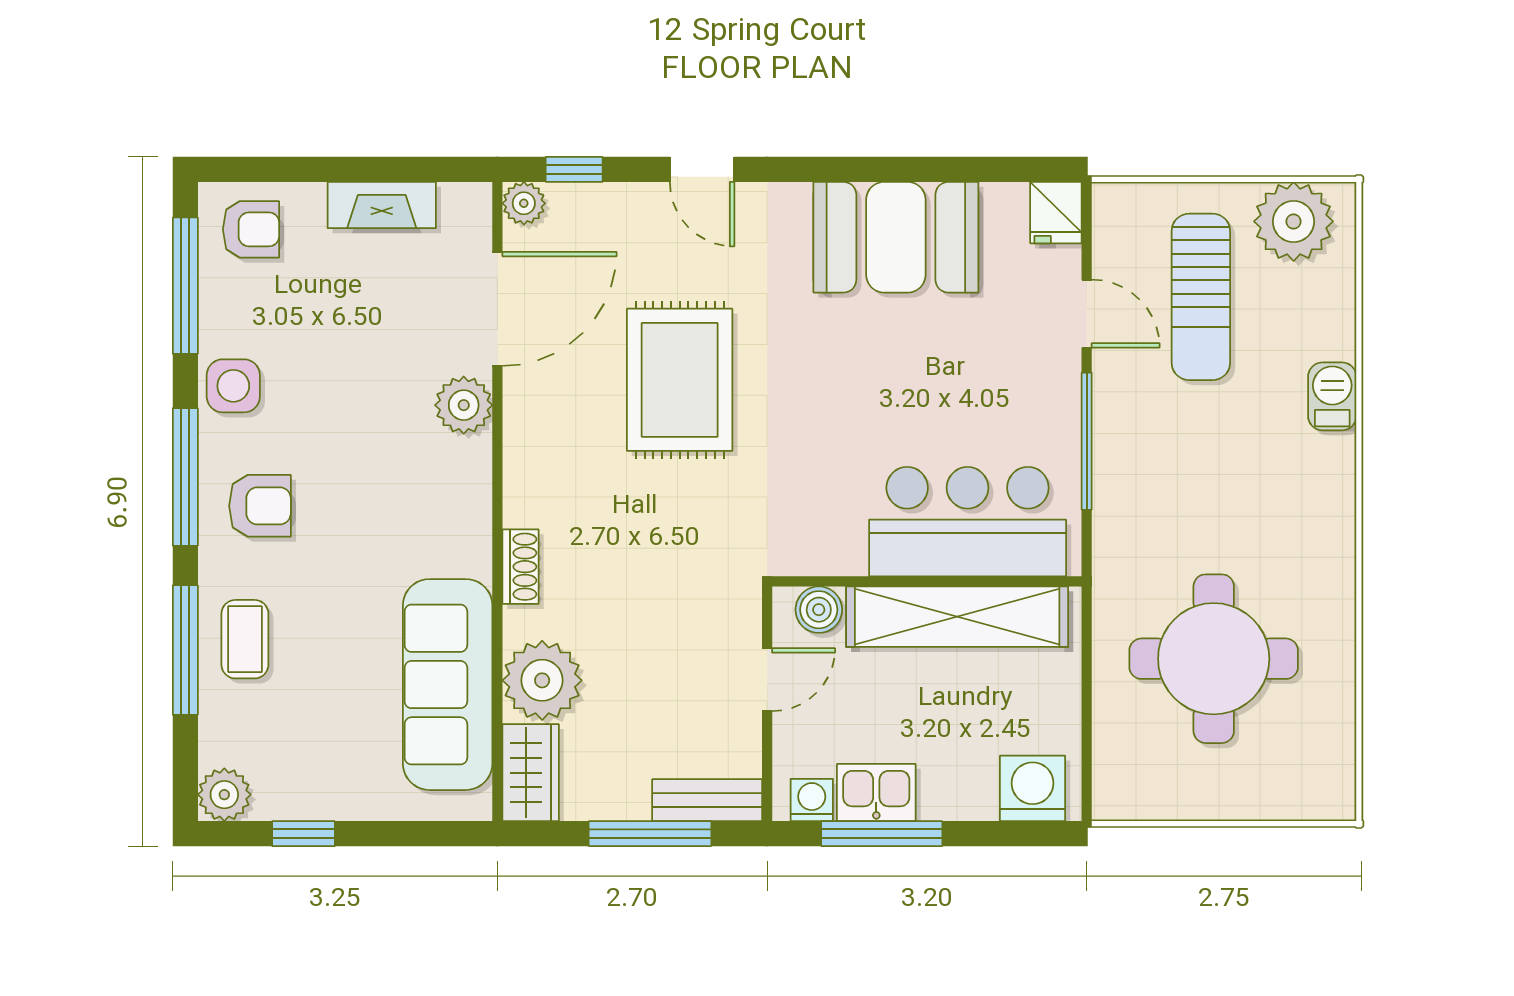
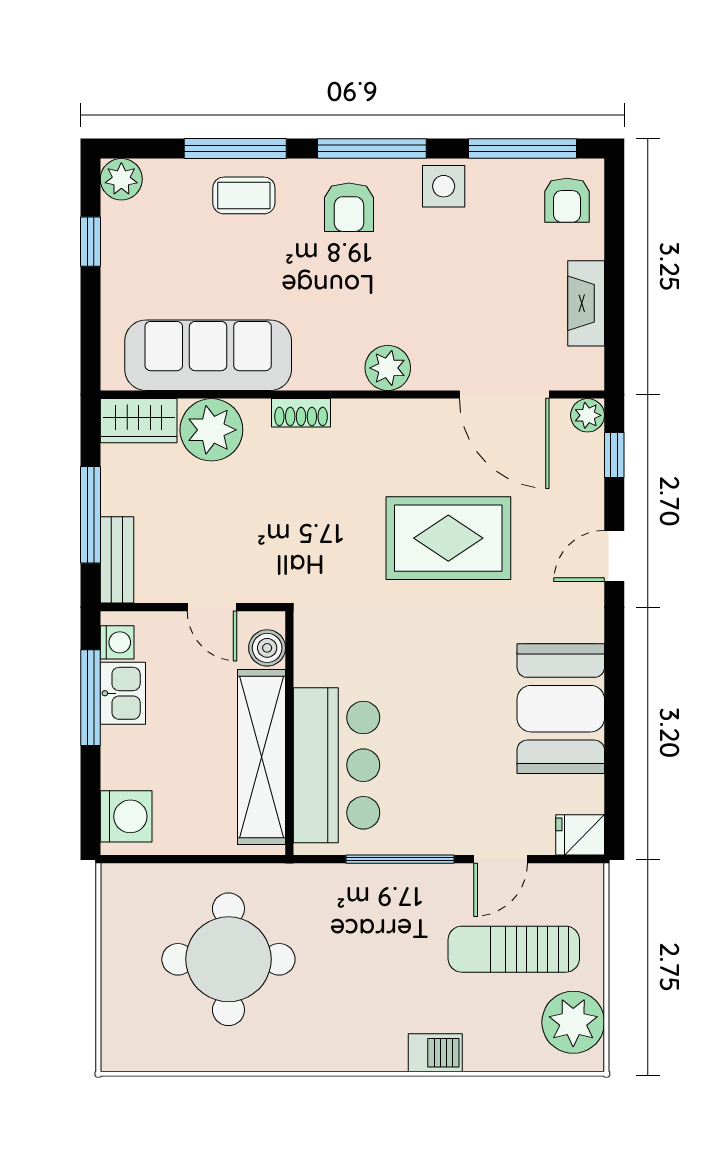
plant: (464, 405) -> (388, 368), moved

